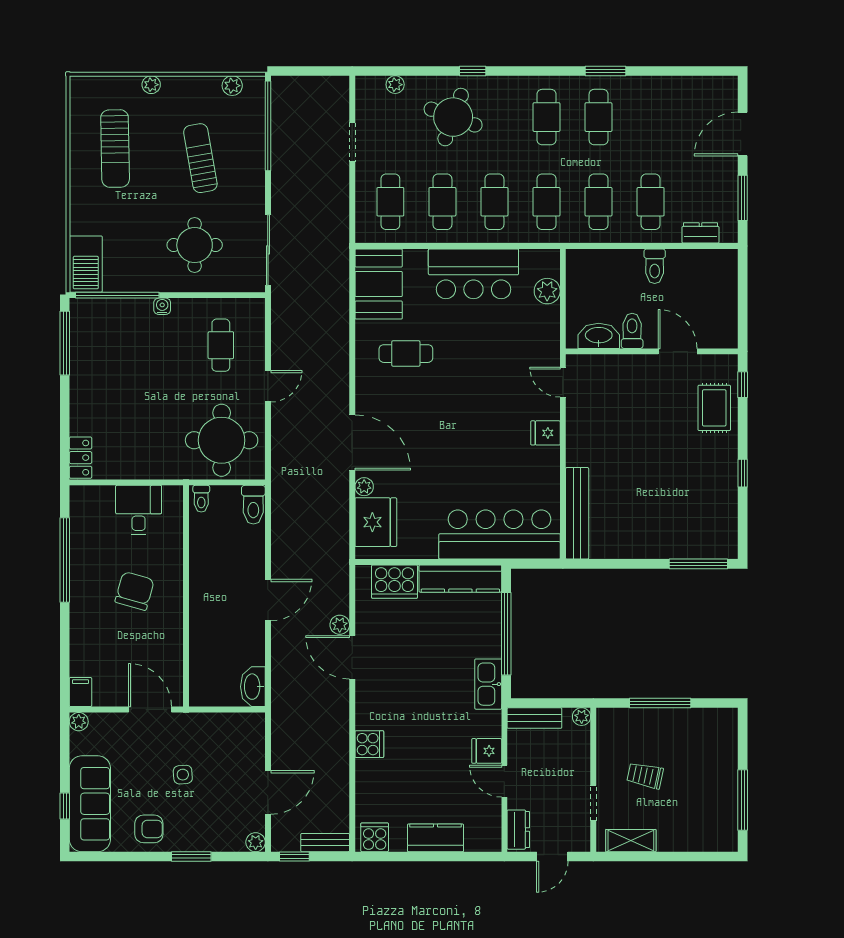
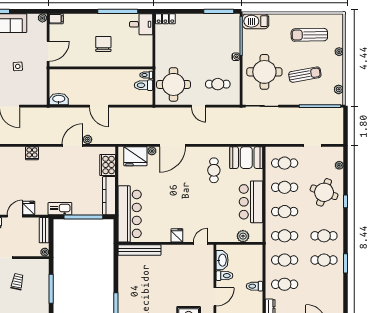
round table: (195, 245) -> (264, 72), width x1.36, depth x1.36
toilet: (253, 505) -> (144, 85), moved
desk: (139, 510) -> (141, 24), moved
chair: (135, 591) -> (103, 44), turned -106

